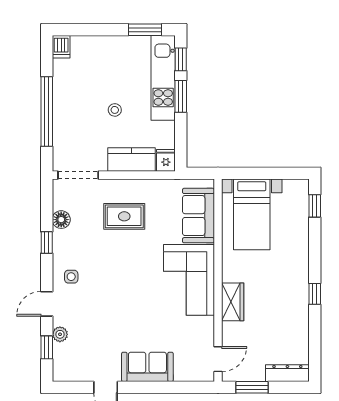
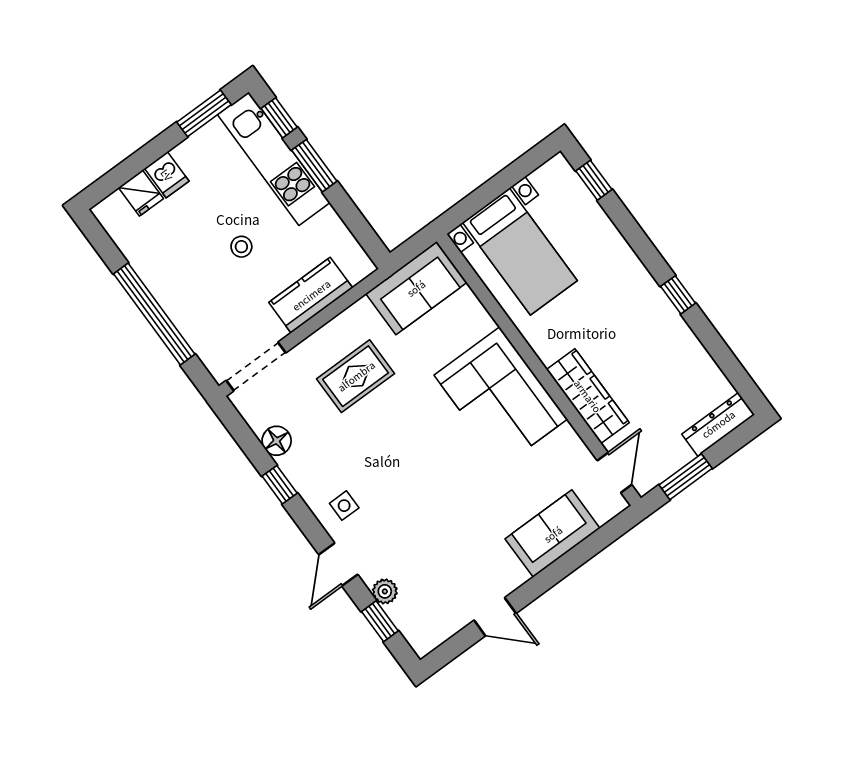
dishwasher: (61, 47) -> (167, 175), moved
fridge: (166, 160) -> (141, 193), moved, turned 180
sofa: (198, 216) -> (416, 288), moved, turned -90
wardrobe: (233, 302) -> (588, 396), width x1.50
sofa: (147, 367) -> (553, 534), moved

